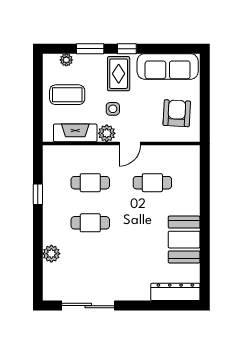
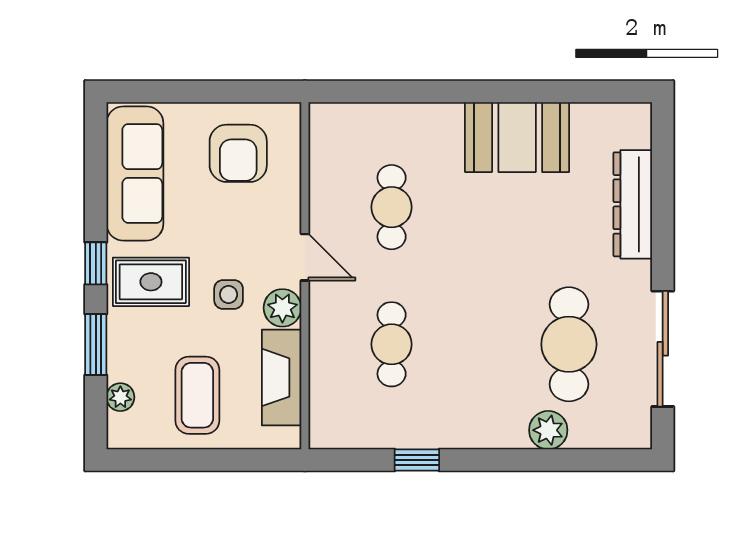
armchair: (177, 113) -> (238, 153), turned -93
cafe table: (90, 223) -> (569, 344), moved, width x1.37, depth x1.35
dresser: (175, 292) -> (633, 204), moved

